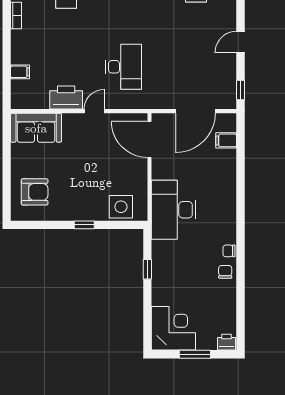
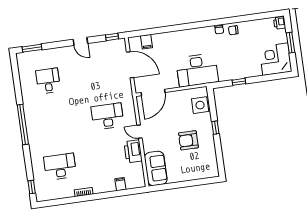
armchair: (35, 192) -> (188, 140), moved, turned -90

